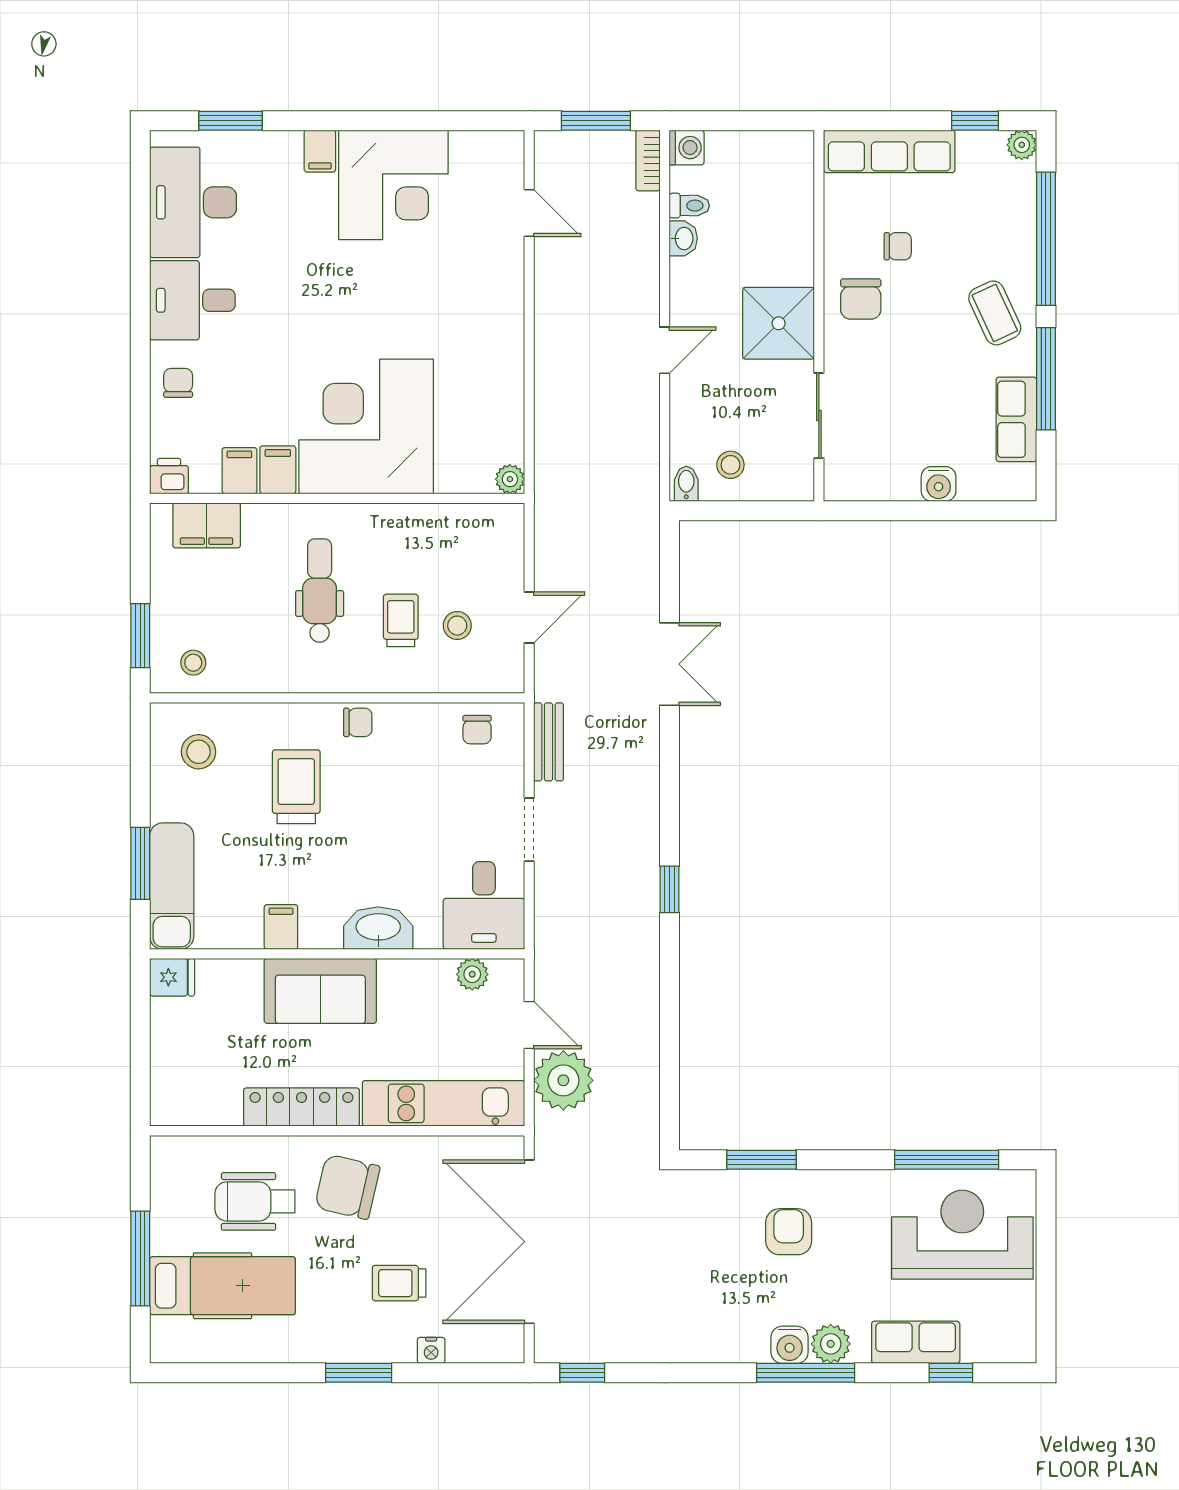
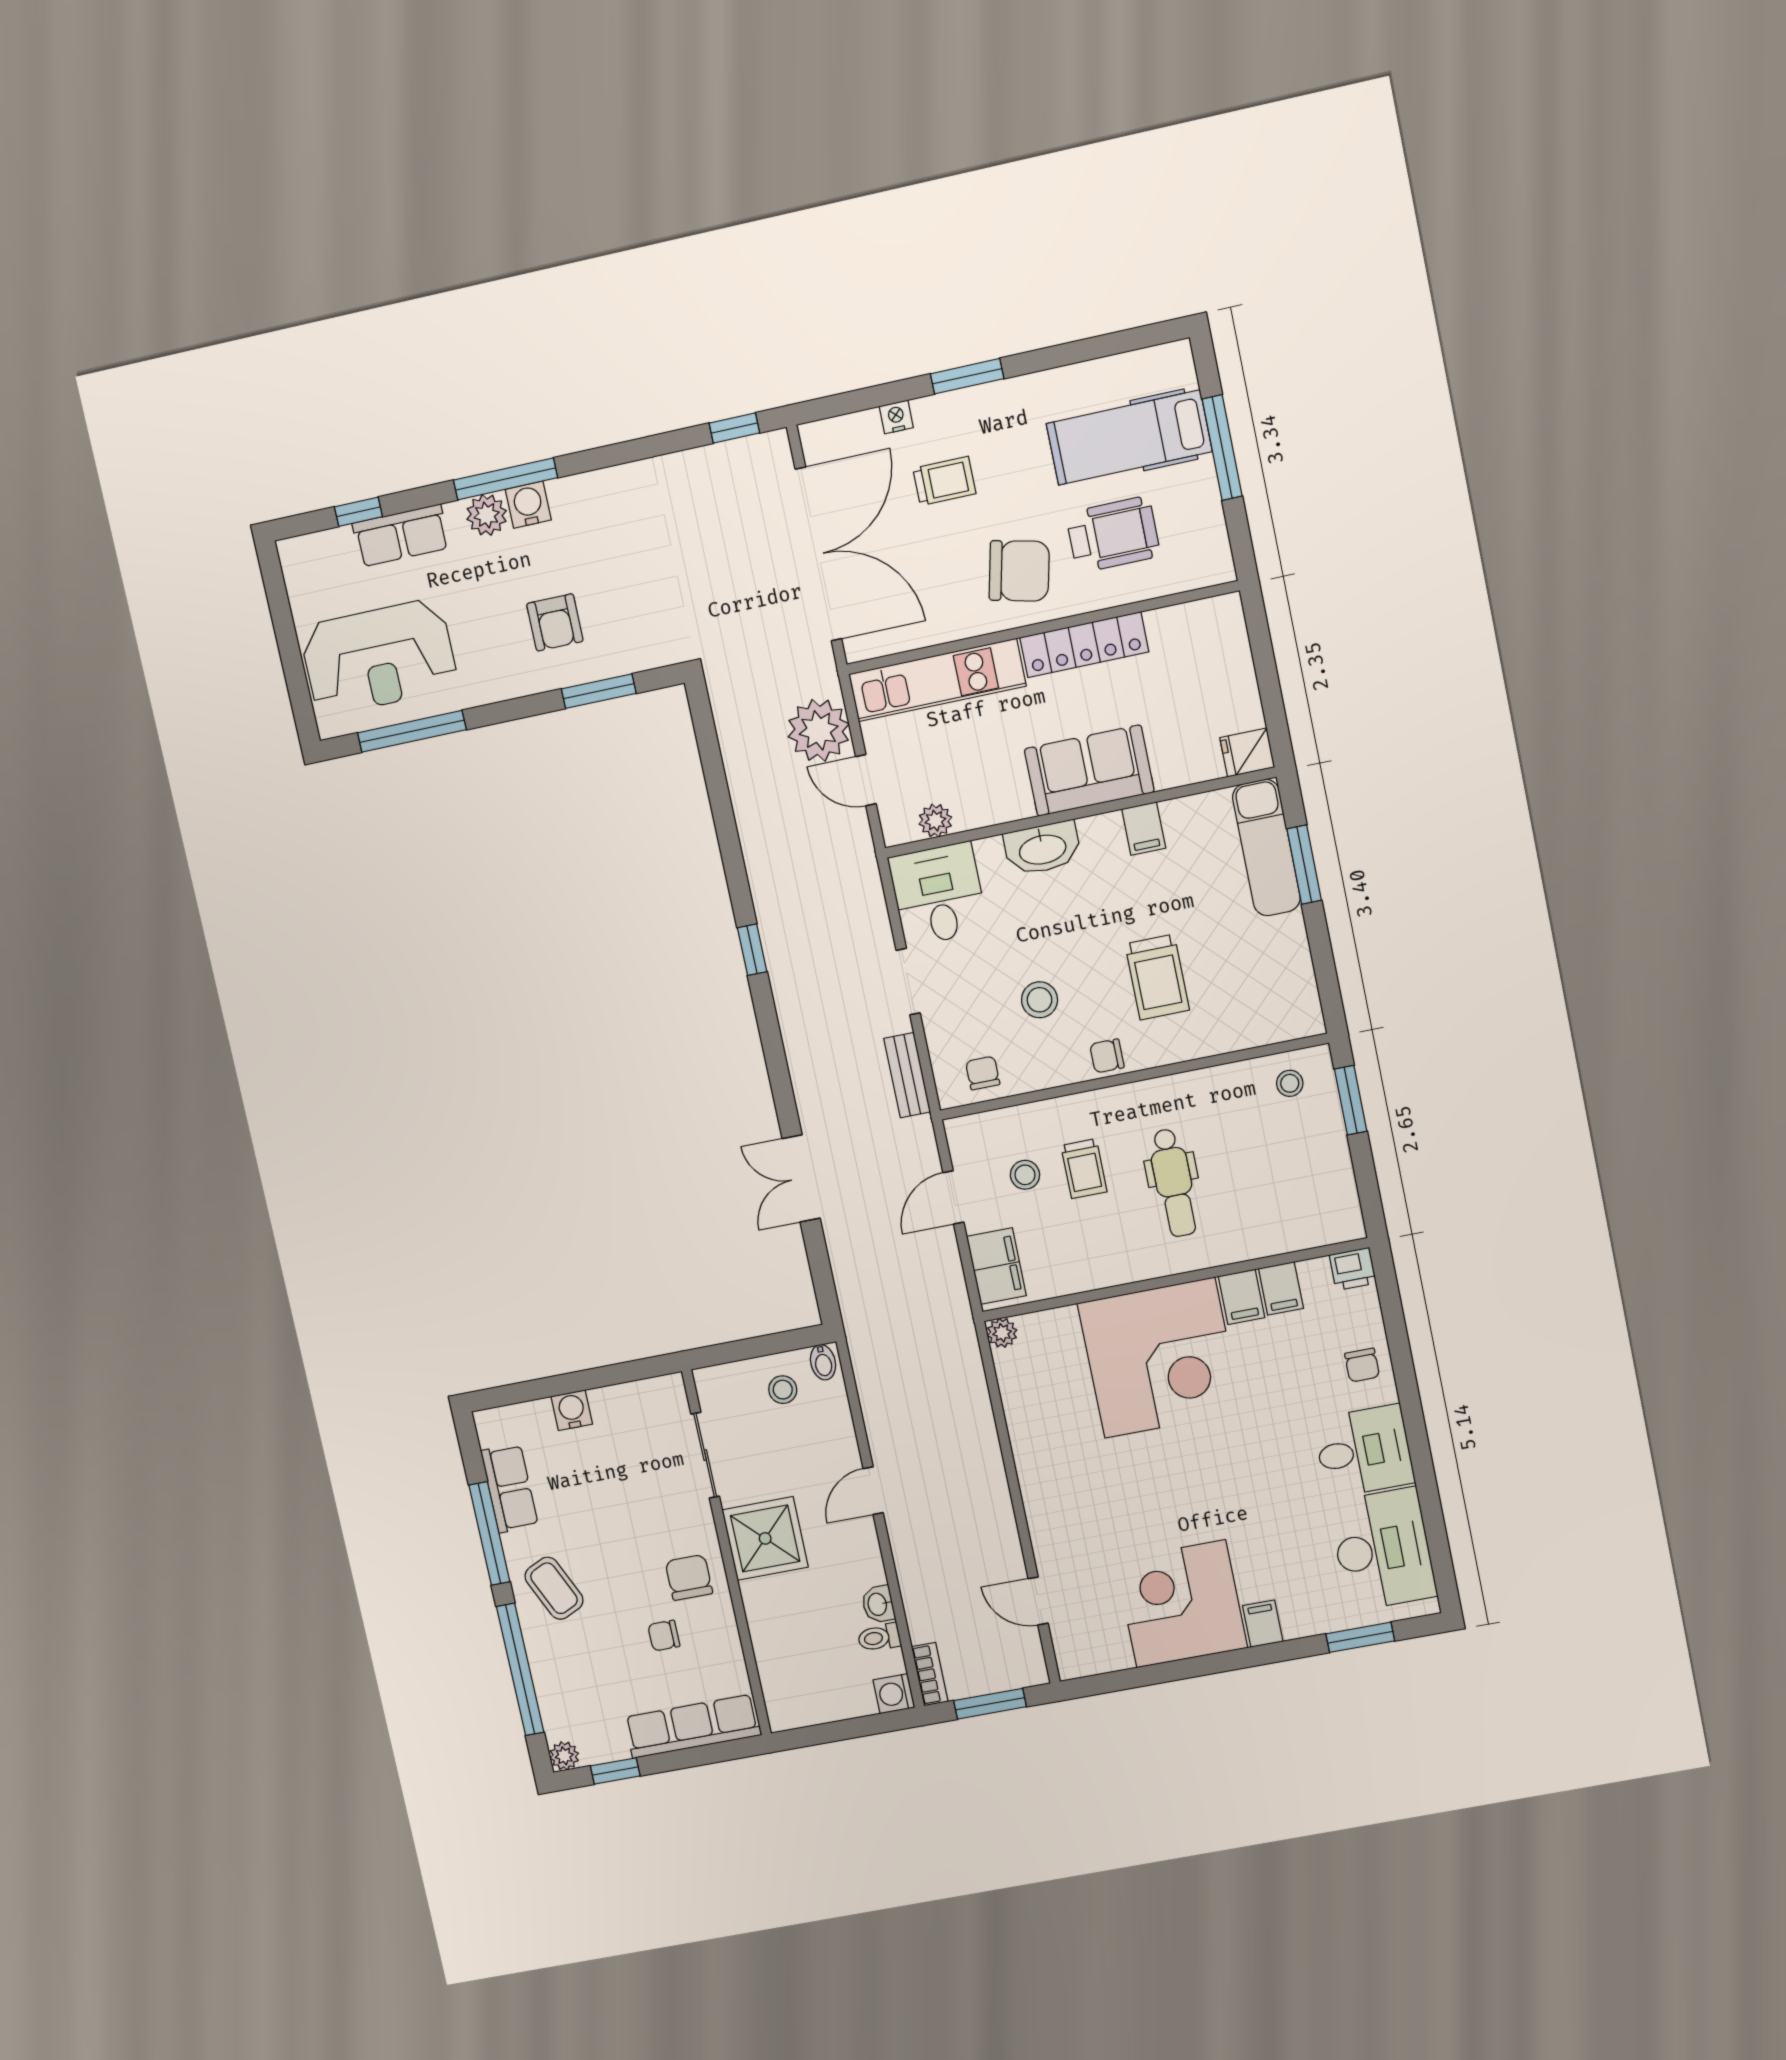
filing cabinet: (207, 525) -> (996, 1266), moved, turned 90
stool: (199, 752) -> (1039, 1000), moved

